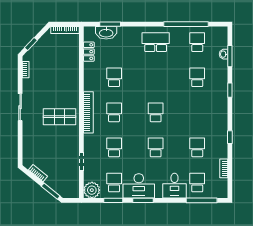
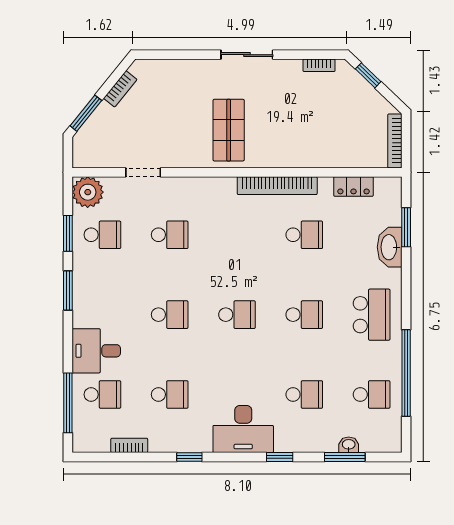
washbasin: (106, 33) -> (390, 247), moved
bookcase: (88, 112) -> (277, 186), moved
school desk: (114, 112) -> (304, 315), moved
desk: (139, 186) -> (243, 429), moved, turned -90

